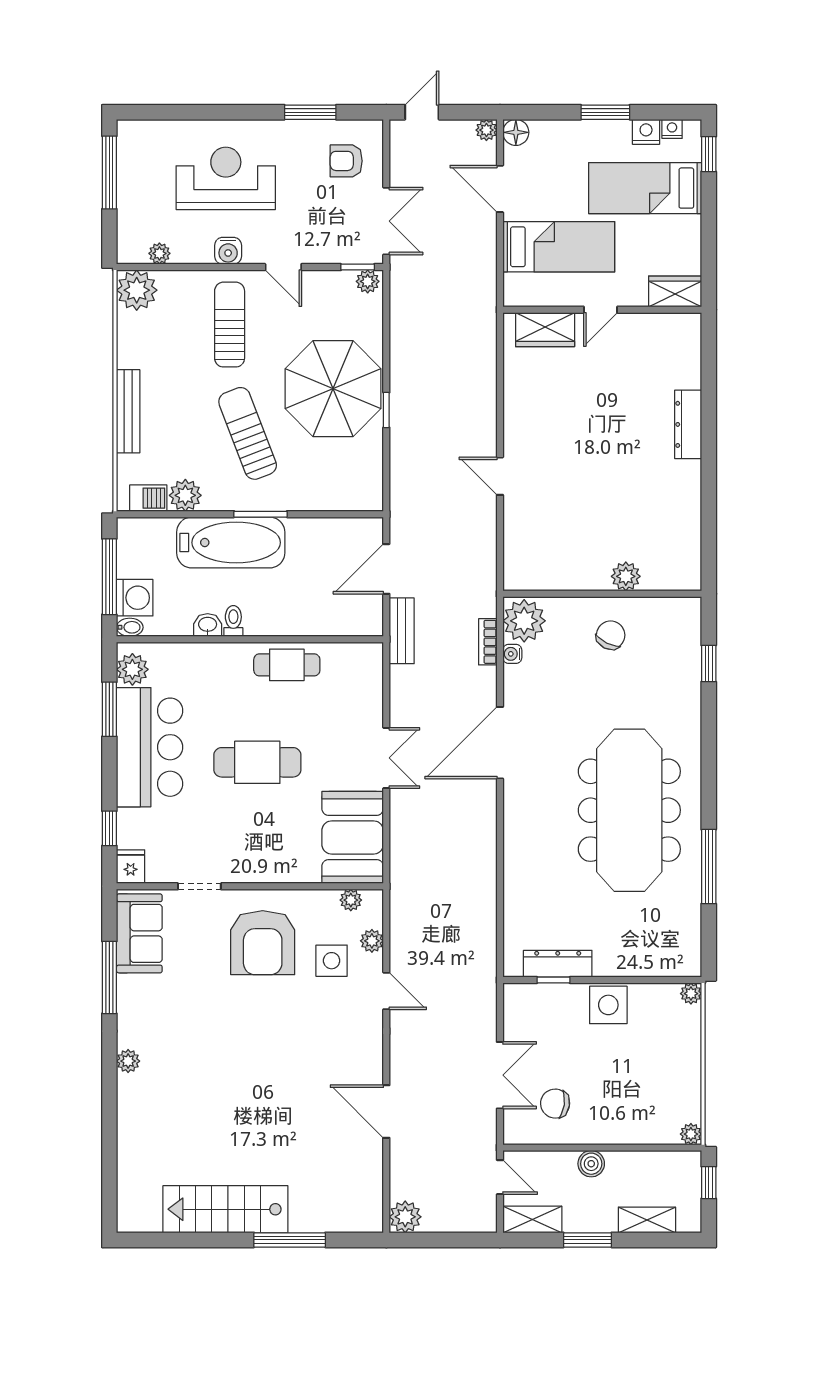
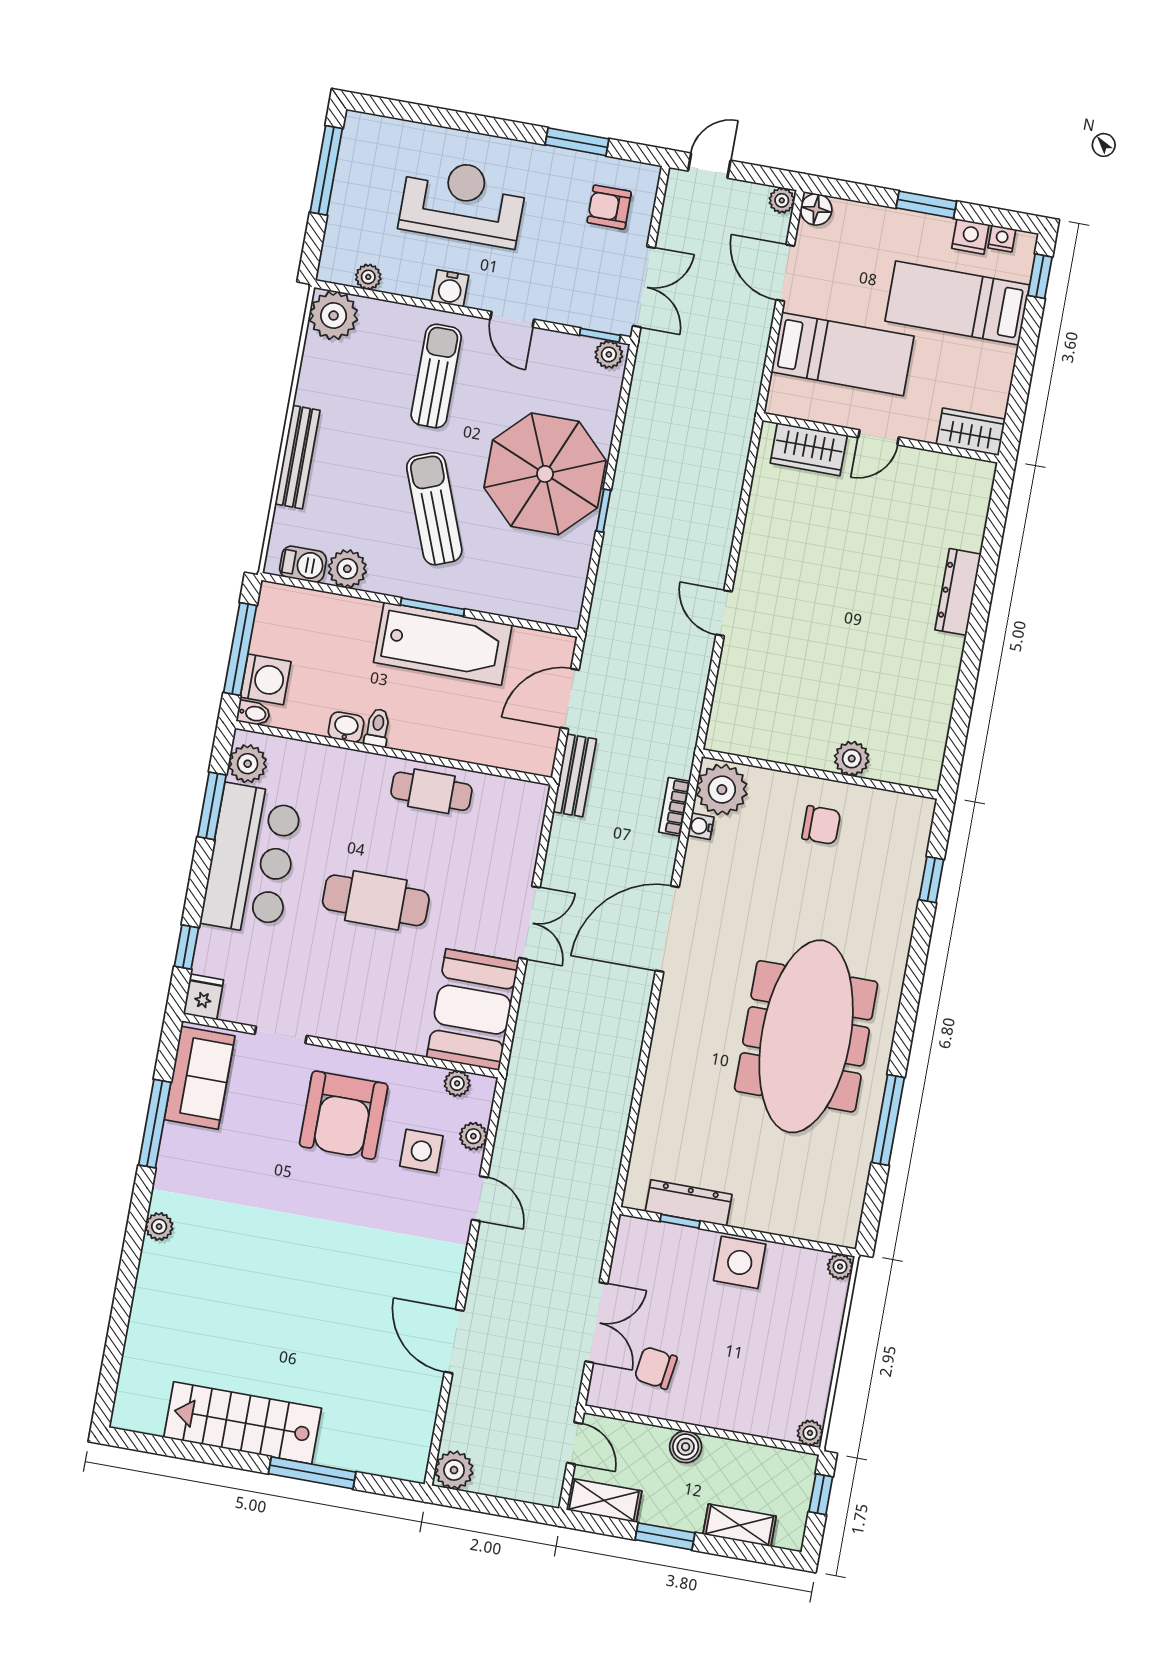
bathtub: (231, 543) -> (443, 644), moved
chair: (611, 635) -> (821, 825), turned 63

